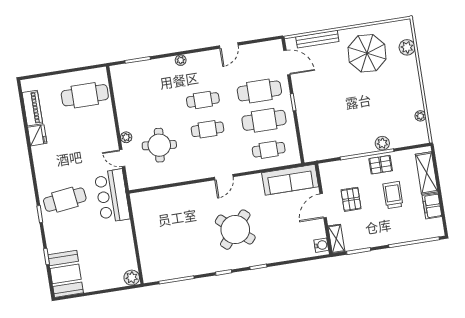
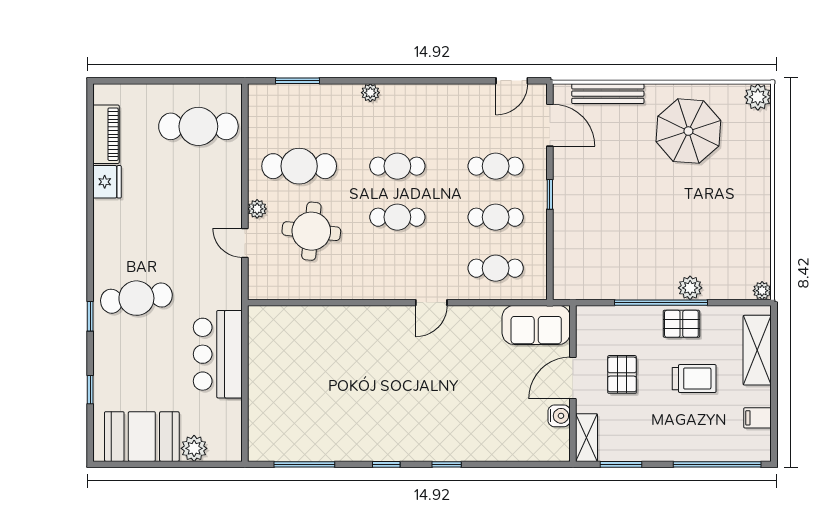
door: (229, 45) -> (512, 81), moved
plant: (407, 47) -> (758, 97), moved
cafe table: (259, 91) -> (496, 166), width x0.73, depth x0.74
cafe table: (146, 109) -> (299, 166), added
plant: (420, 116) -> (762, 291), moved
cafe table: (264, 120) -> (496, 217), width x0.73, depth x0.74
door: (224, 177) -> (431, 303), moved
sofa: (290, 180) -> (536, 325), width x0.73
trolley: (393, 195) -> (694, 379), turned 90
bar counter: (112, 196) -> (218, 354), moved
filing cabinet: (432, 206) -> (758, 418), width x0.50
round table: (235, 230) -> (418, 395), removed
water cooler: (321, 245) -> (559, 416), moved
booth: (66, 274) -> (142, 437), moved, turned 90
plant: (132, 278) -> (194, 448), moved

